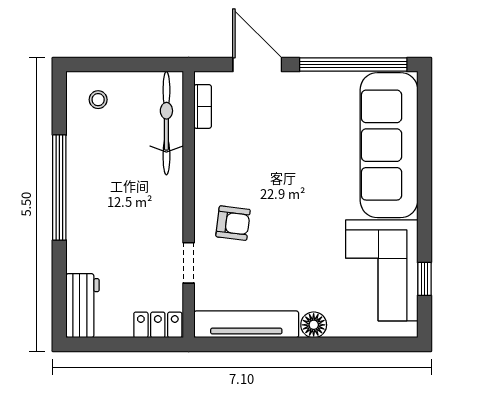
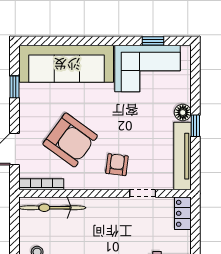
window: (353, 65) -> (14, 87), width x0.32
bookcase: (203, 106) -> (42, 184), width x1.56
armchair: (271, 151) -> (70, 140), added
window: (293, 344) -> (195, 126), added

